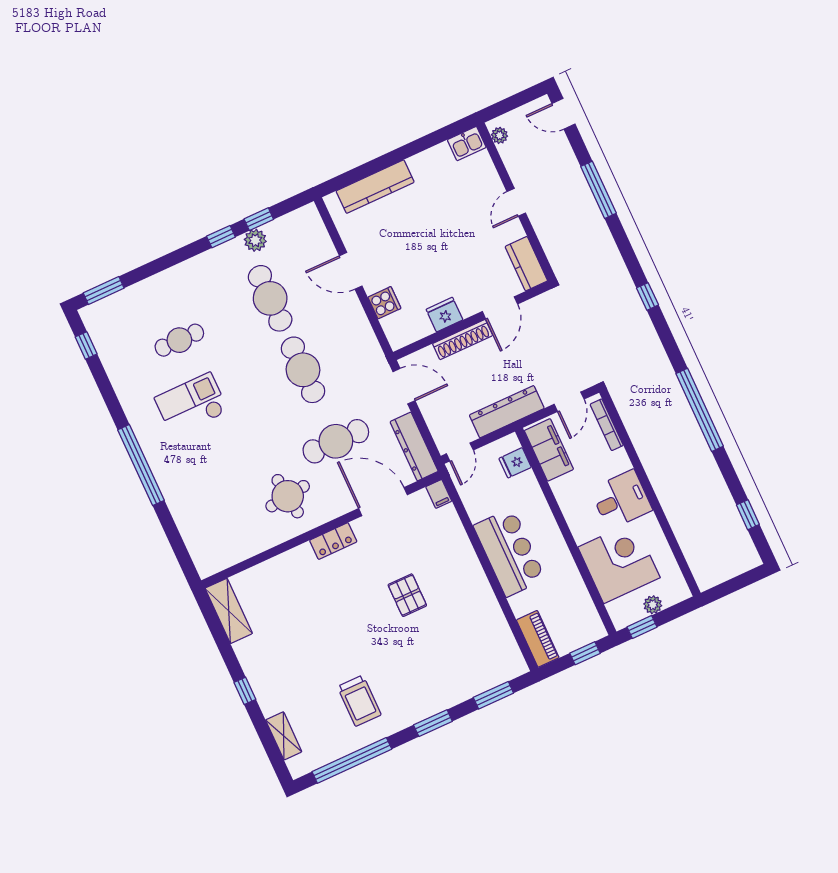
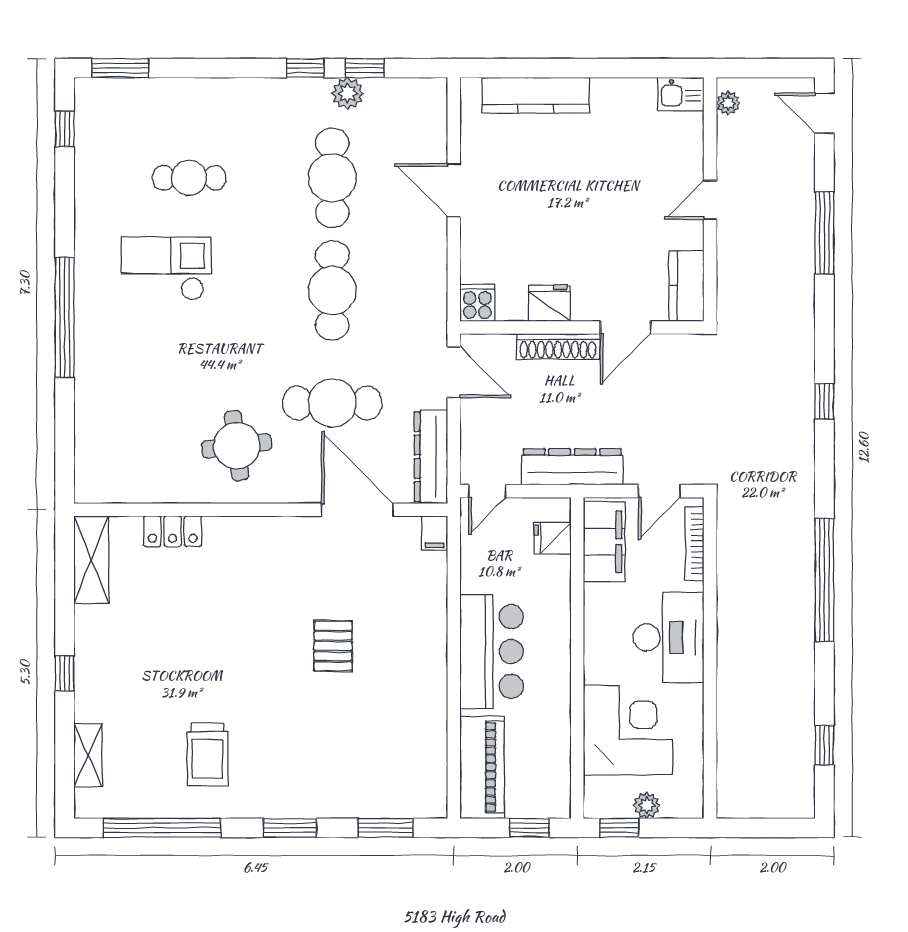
cooker: (384, 303) -> (477, 303), moved, turned -90
desk: (621, 500) -> (668, 637), width x1.37
locker: (333, 541) -> (173, 531), moved
piano: (538, 639) -> (482, 767), width x1.37, depth x1.33

